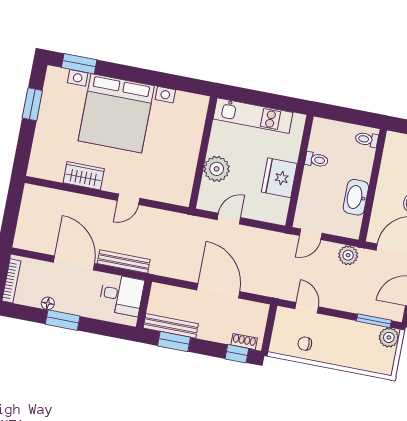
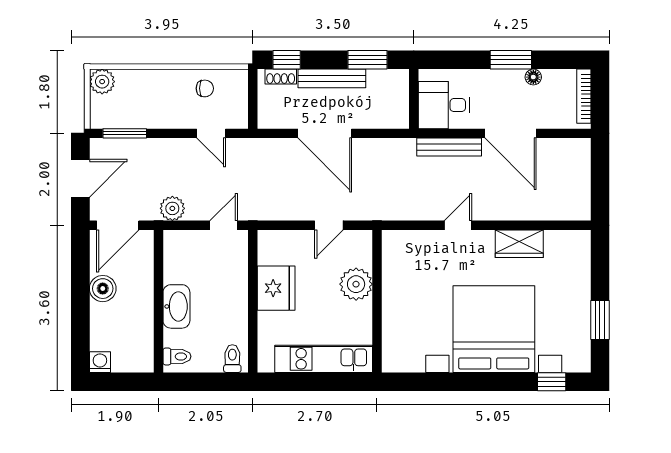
window: (79, 64) -> (552, 382), width x0.67
toilet: (317, 160) -> (232, 359), moved, turned 90
washbasin: (356, 197) -> (176, 306), moved
bench: (171, 326) -> (332, 78), moved
plant: (389, 337) -> (102, 82), moved

